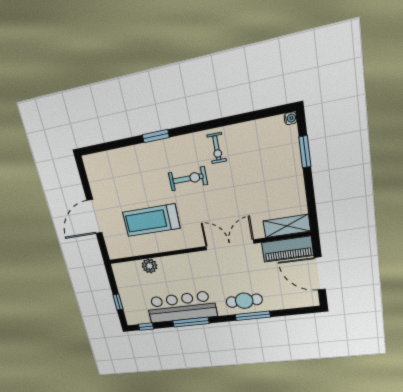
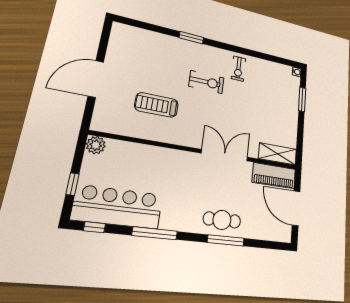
treadmill: (151, 220) -> (157, 105), width x0.73, depth x0.73
plant: (149, 266) -> (96, 145), moved
bar counter: (181, 307) -> (118, 207), moved

